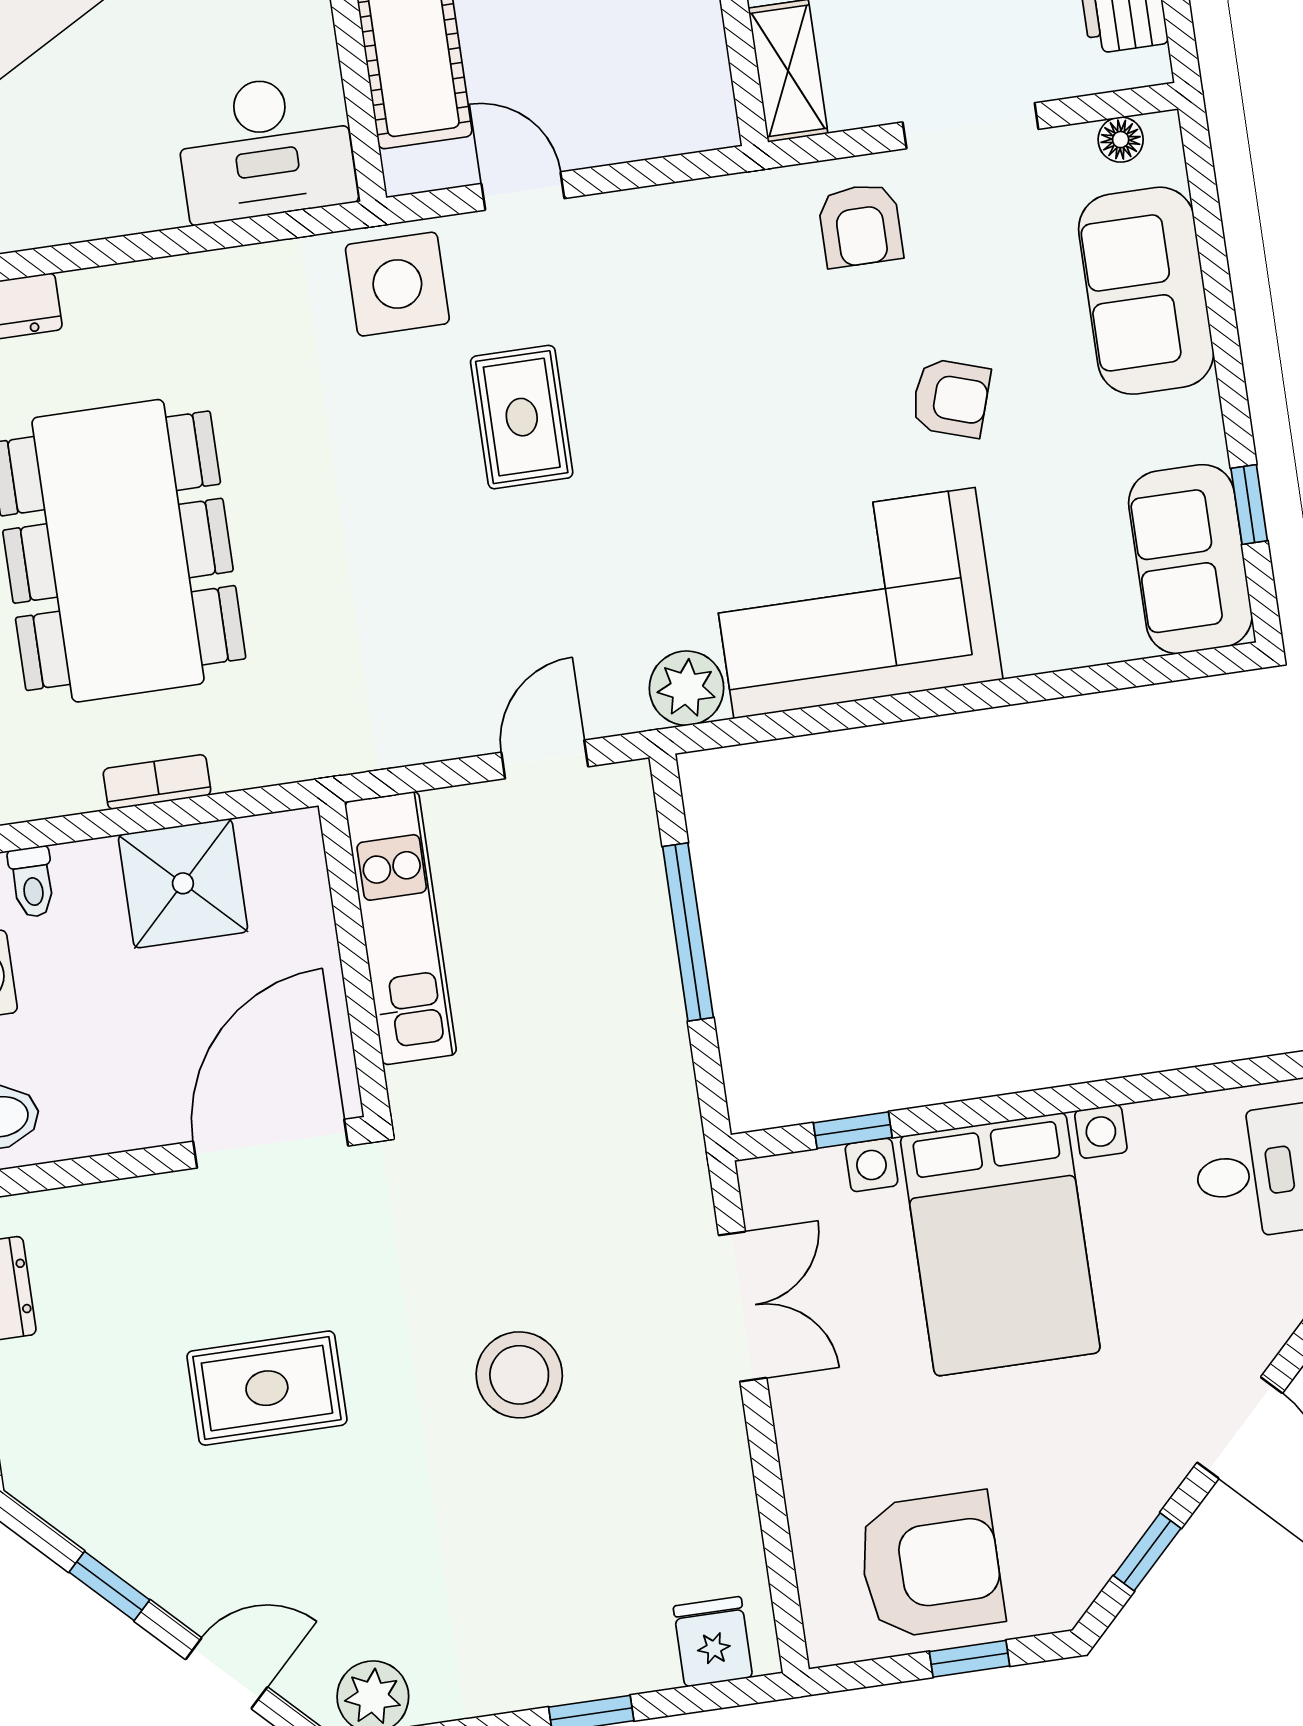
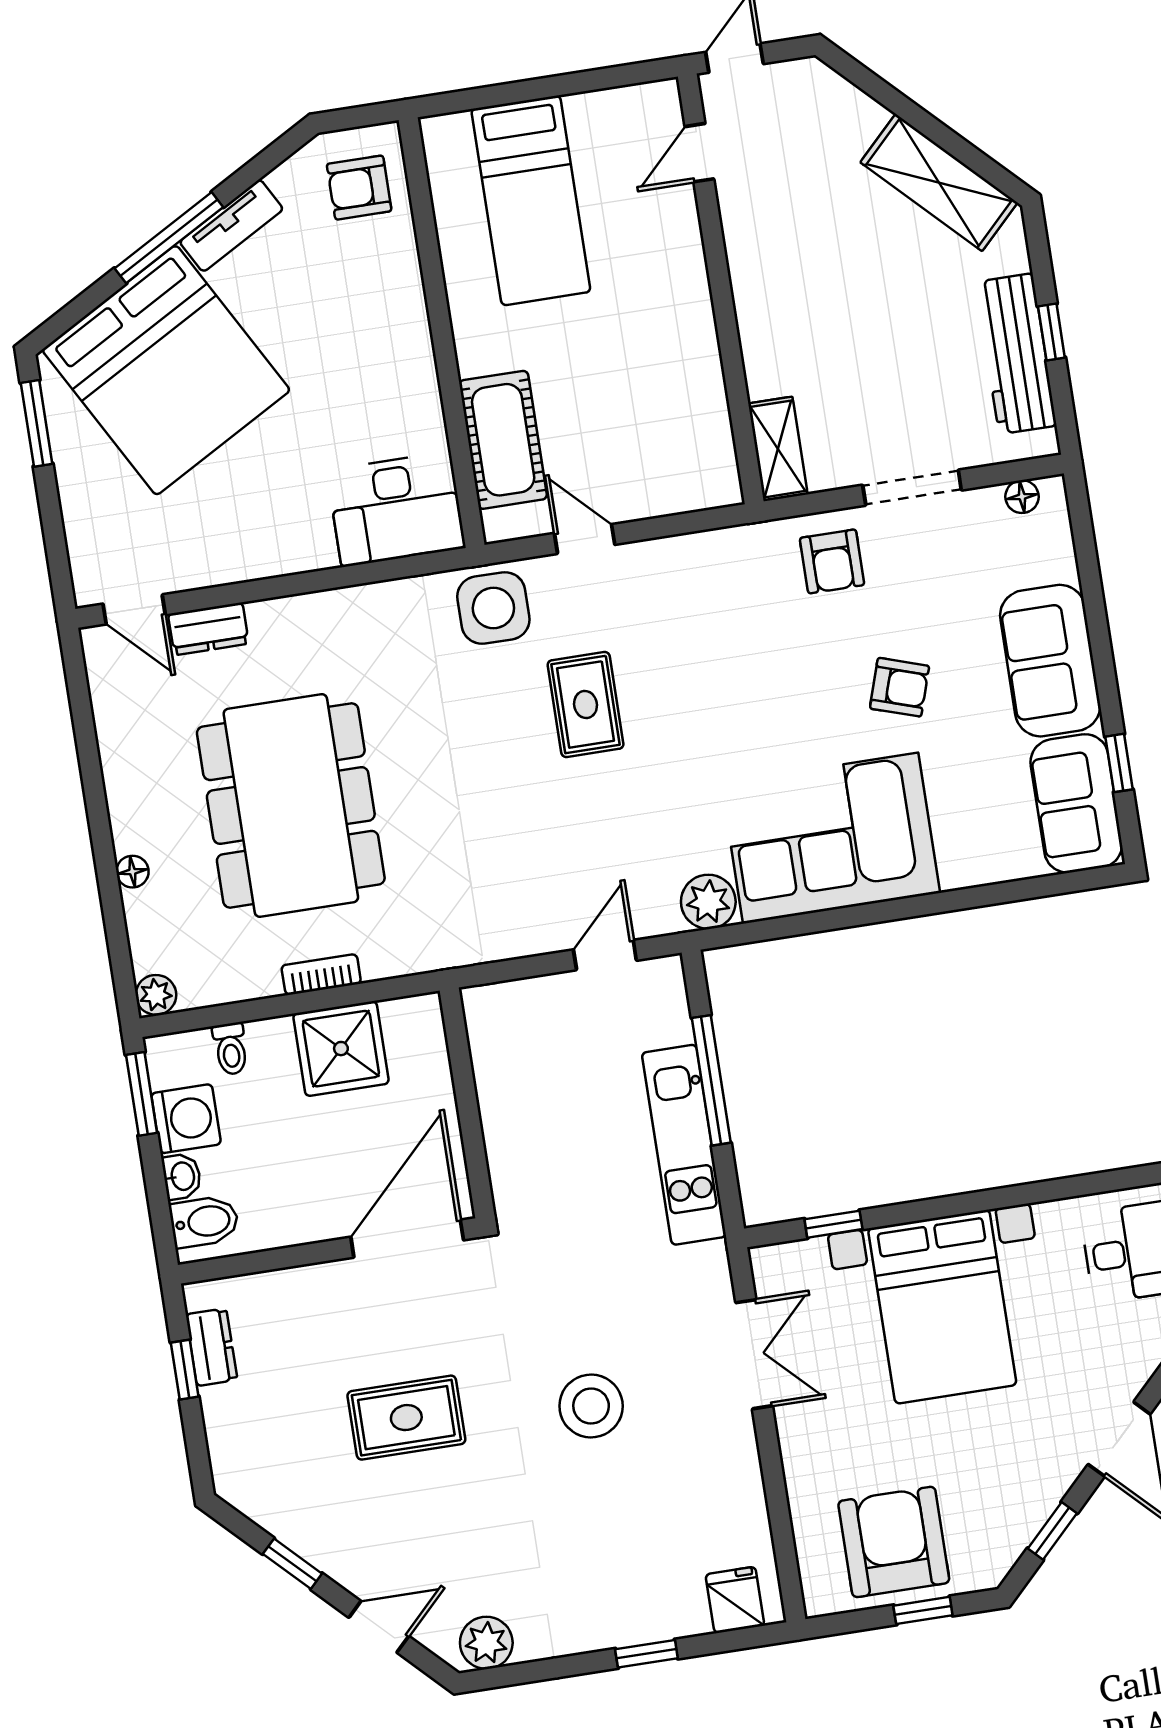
sofa: (1146, 291) -> (1050, 661), moved
kitchen unit: (401, 928) -> (684, 1145), moved, turned 180
armchair: (931, 1565) -> (894, 1542), turned -90

